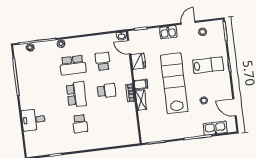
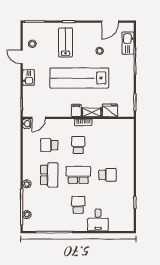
fridge: (138, 61) -> (110, 110), moved
school desk: (46, 98) -> (78, 205), added

